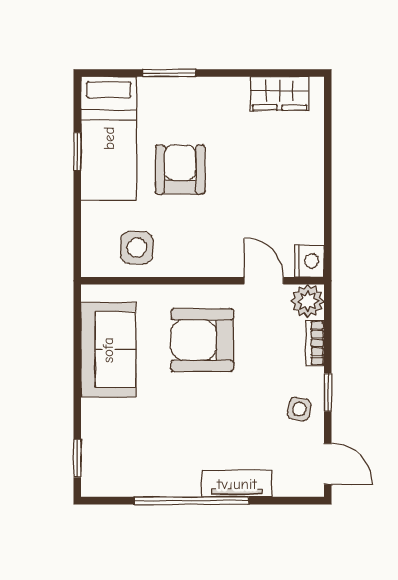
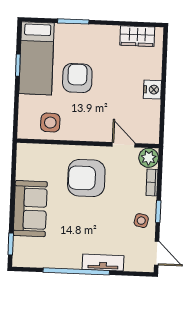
nightstand: (309, 261) -> (152, 90), moved
sofa: (108, 350) -> (30, 209), moved

